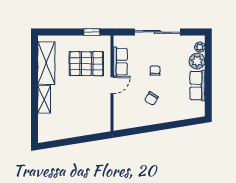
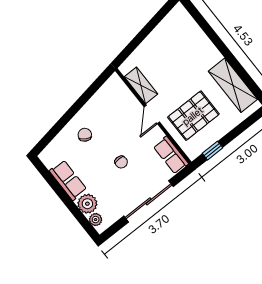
row of seats: (120, 62) -> (171, 155), moved
shelving: (44, 99) -> (141, 85), moved
chair: (151, 99) -> (85, 135), moved

